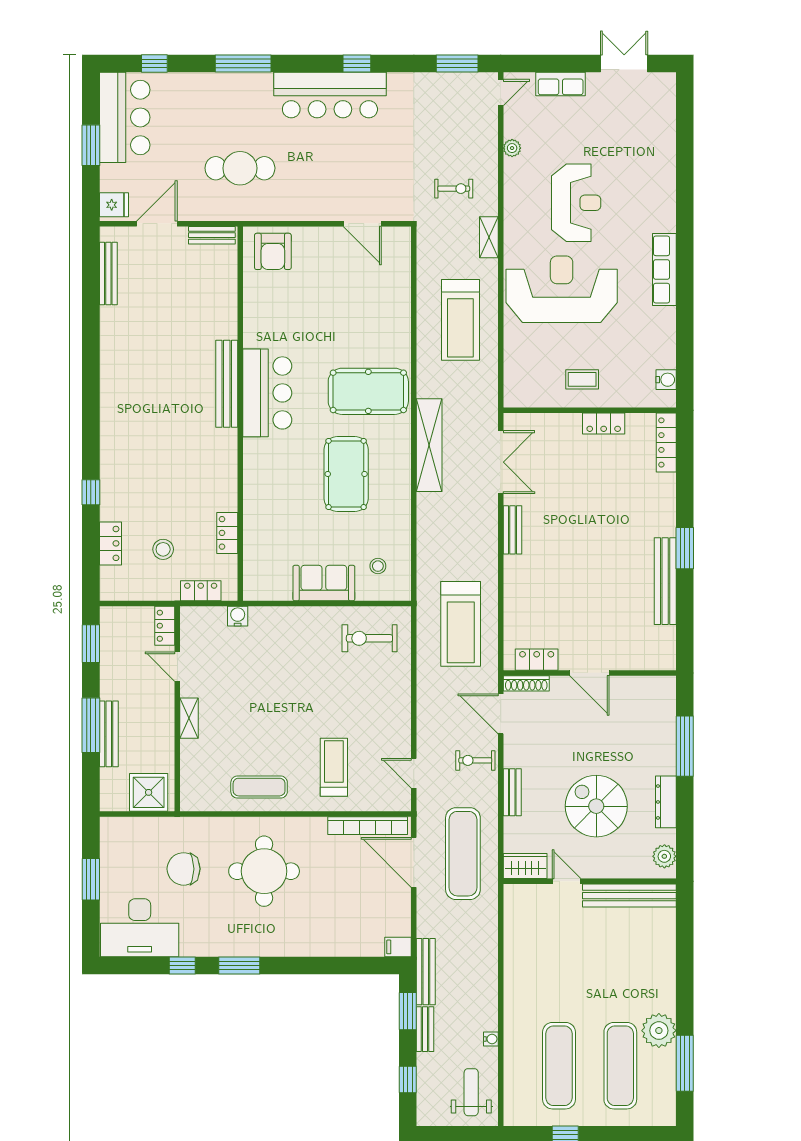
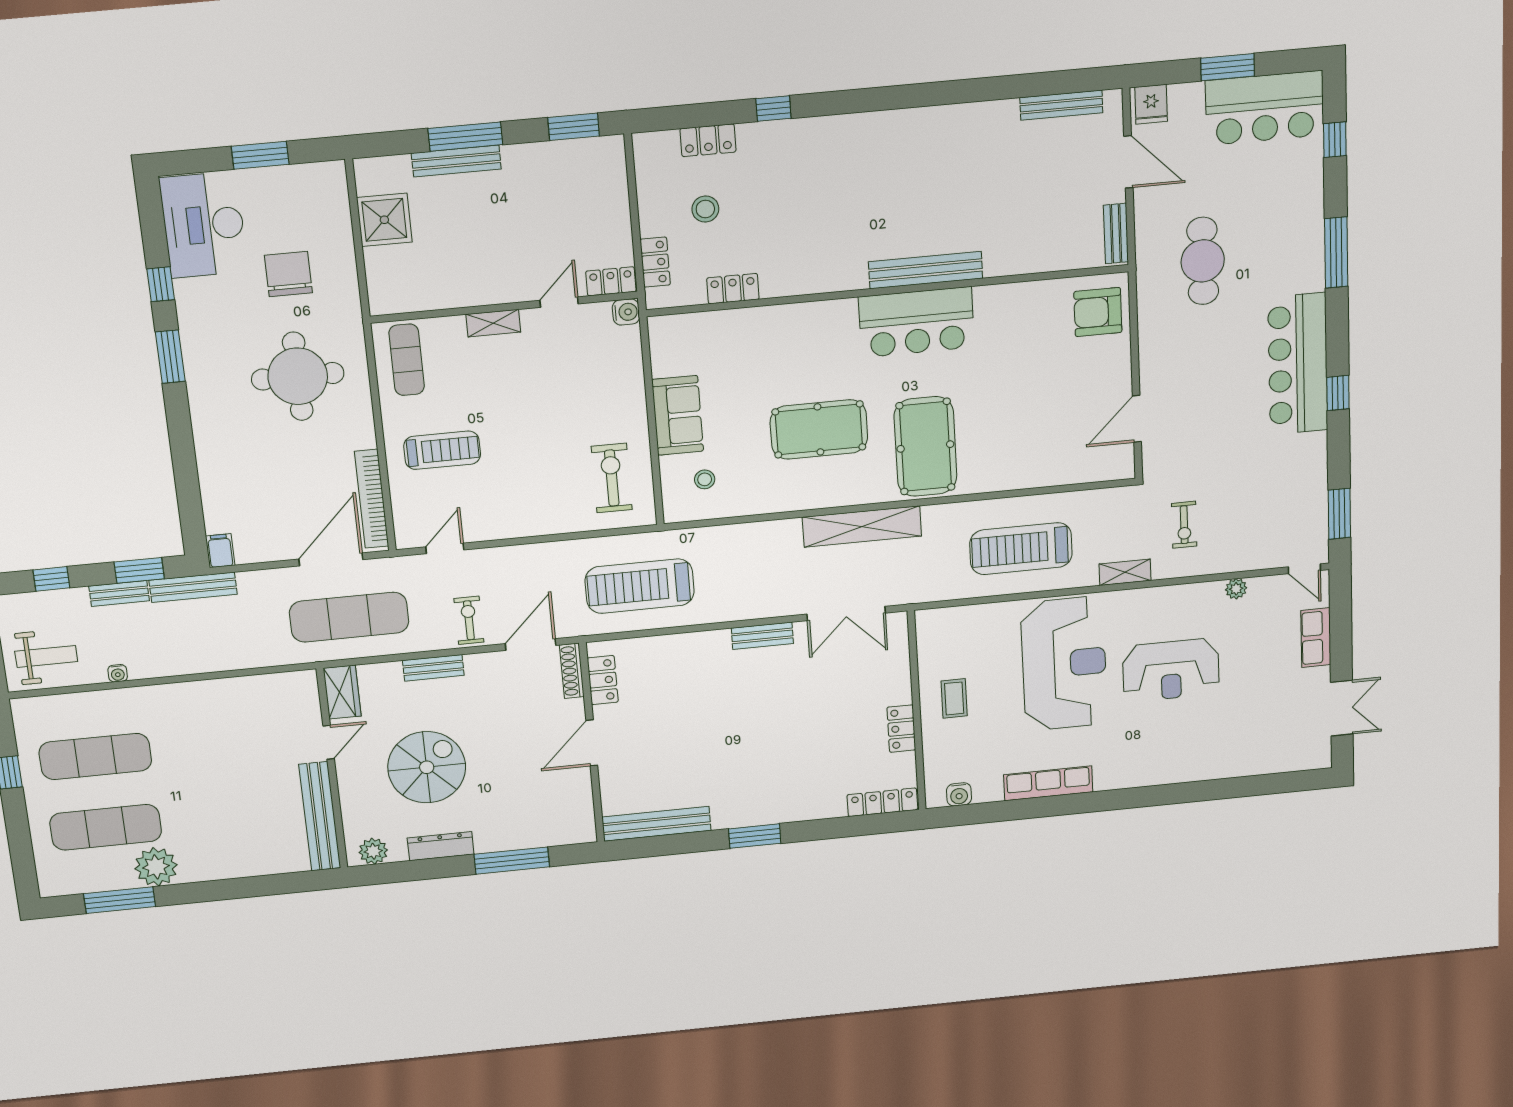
row of seats: (664, 269) -> (1048, 783), moved
bench: (665, 581) -> (656, 824), moved
locker: (165, 626) -> (611, 281), moved
door: (177, 667) -> (559, 302), moved
wall: (177, 709) -> (504, 307), moved
shelving: (189, 718) -> (493, 323), moved

